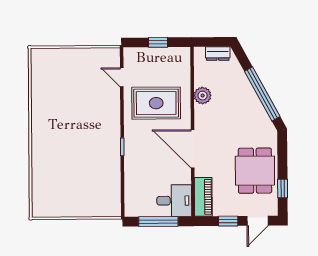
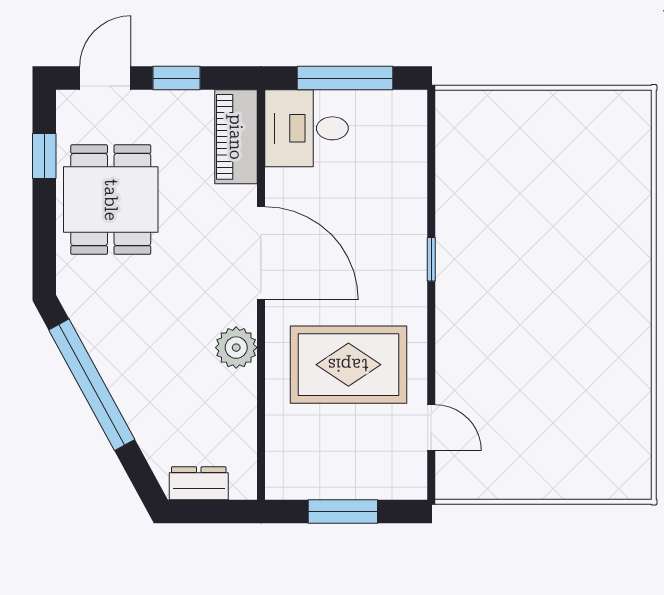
window: (158, 42) -> (343, 511), width x1.50
plant: (203, 96) -> (236, 348), moved

